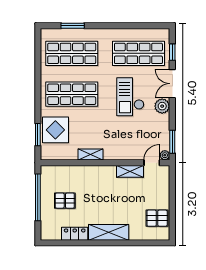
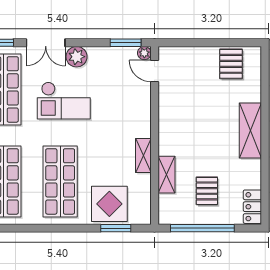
shelving: (130, 171) -> (166, 175), moved
locker: (75, 234) -> (252, 207), moved

